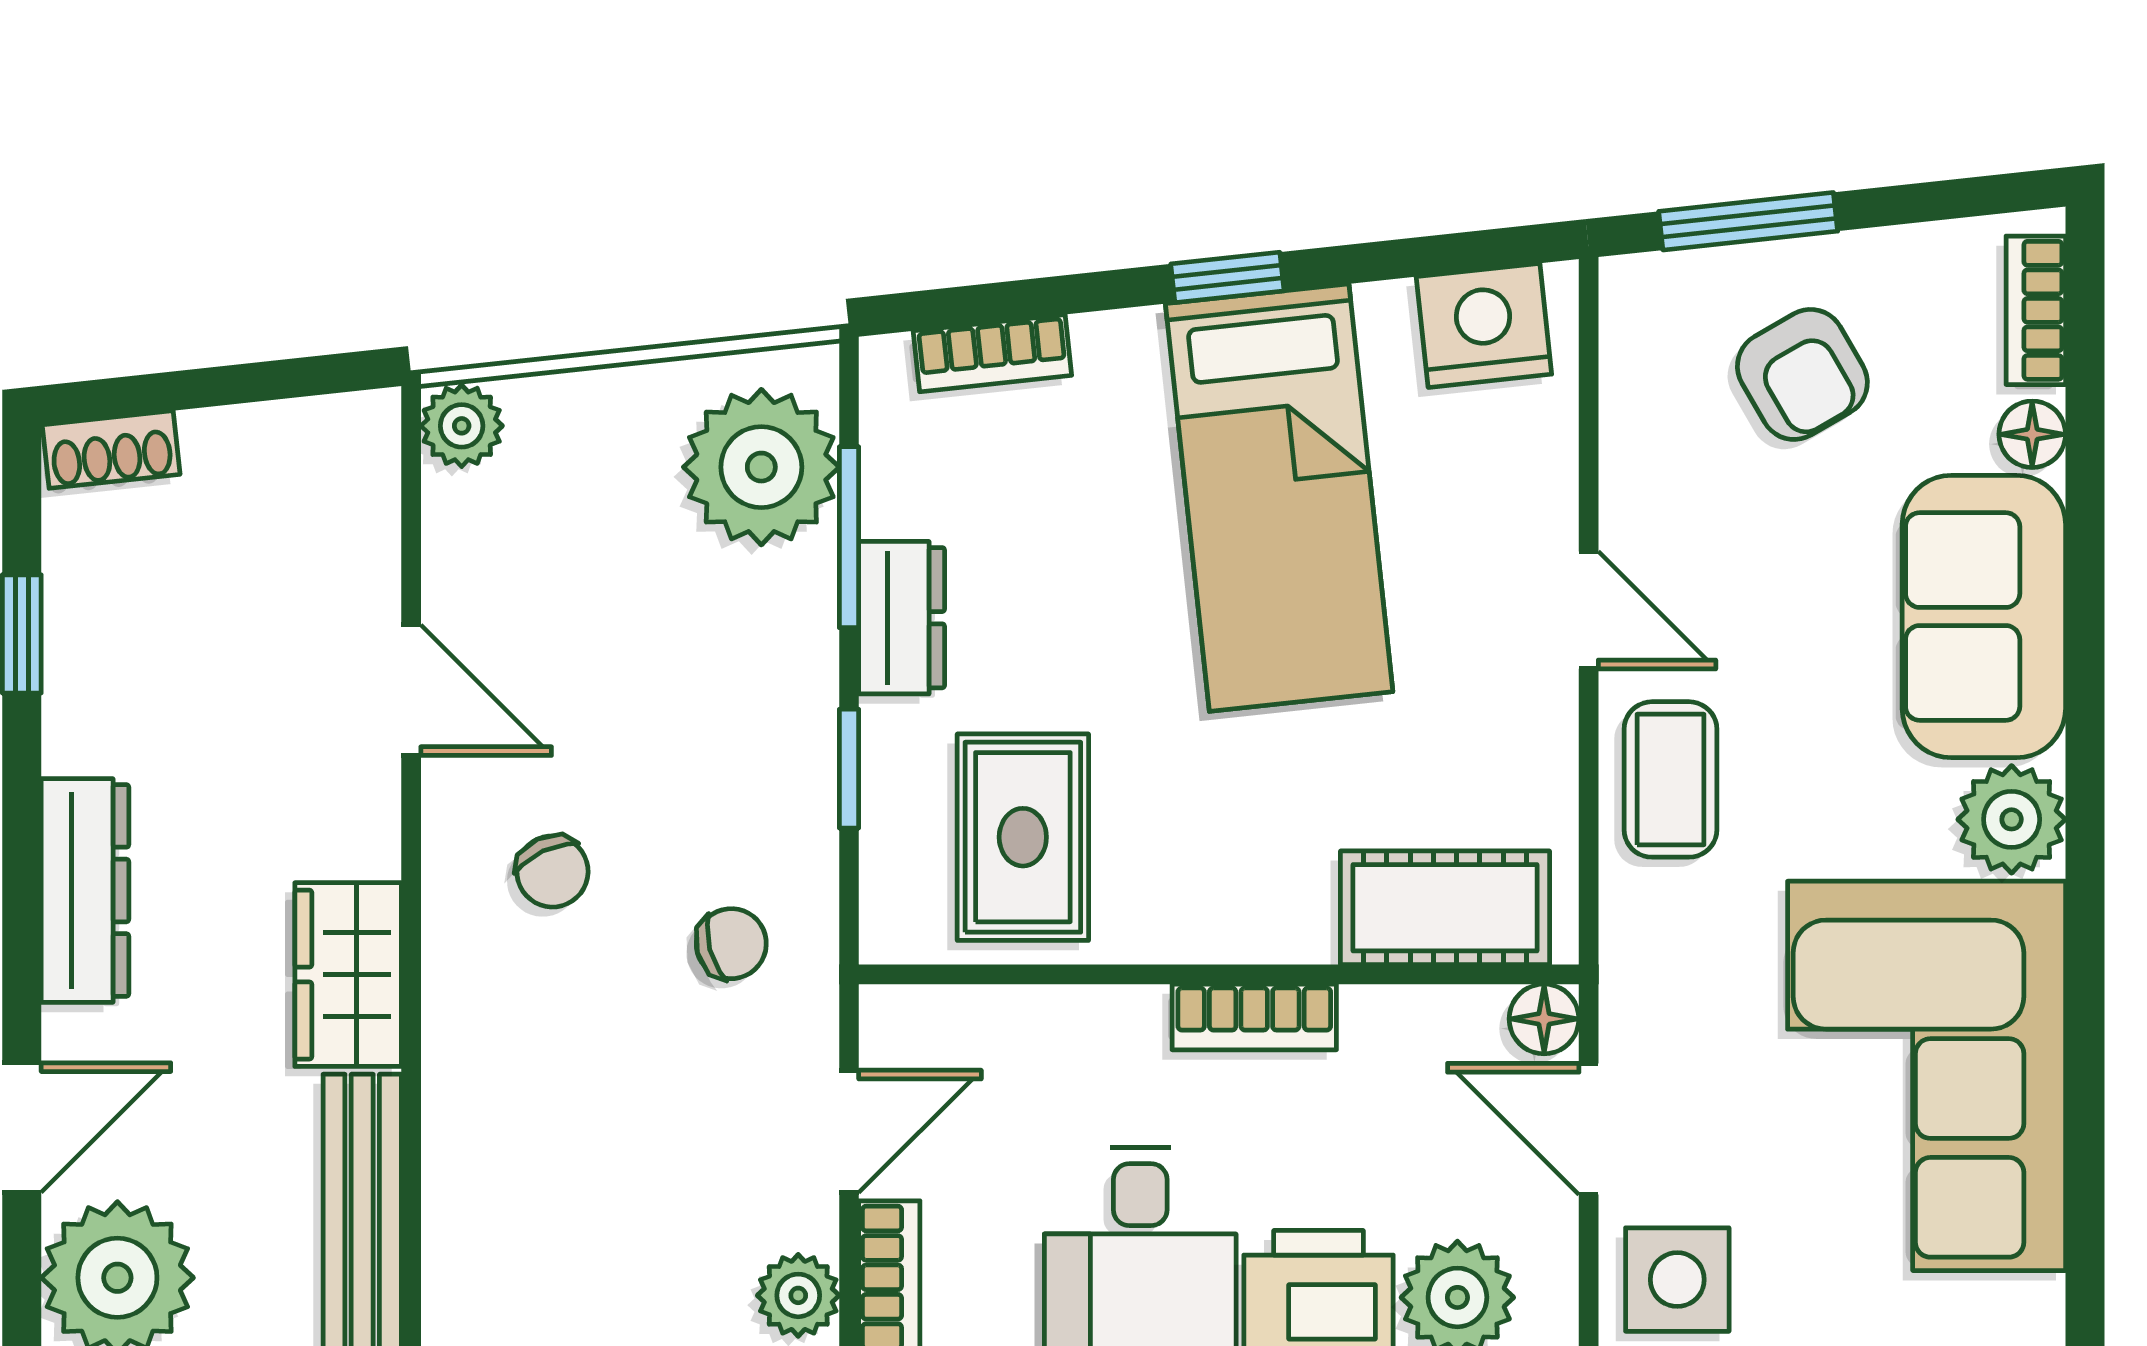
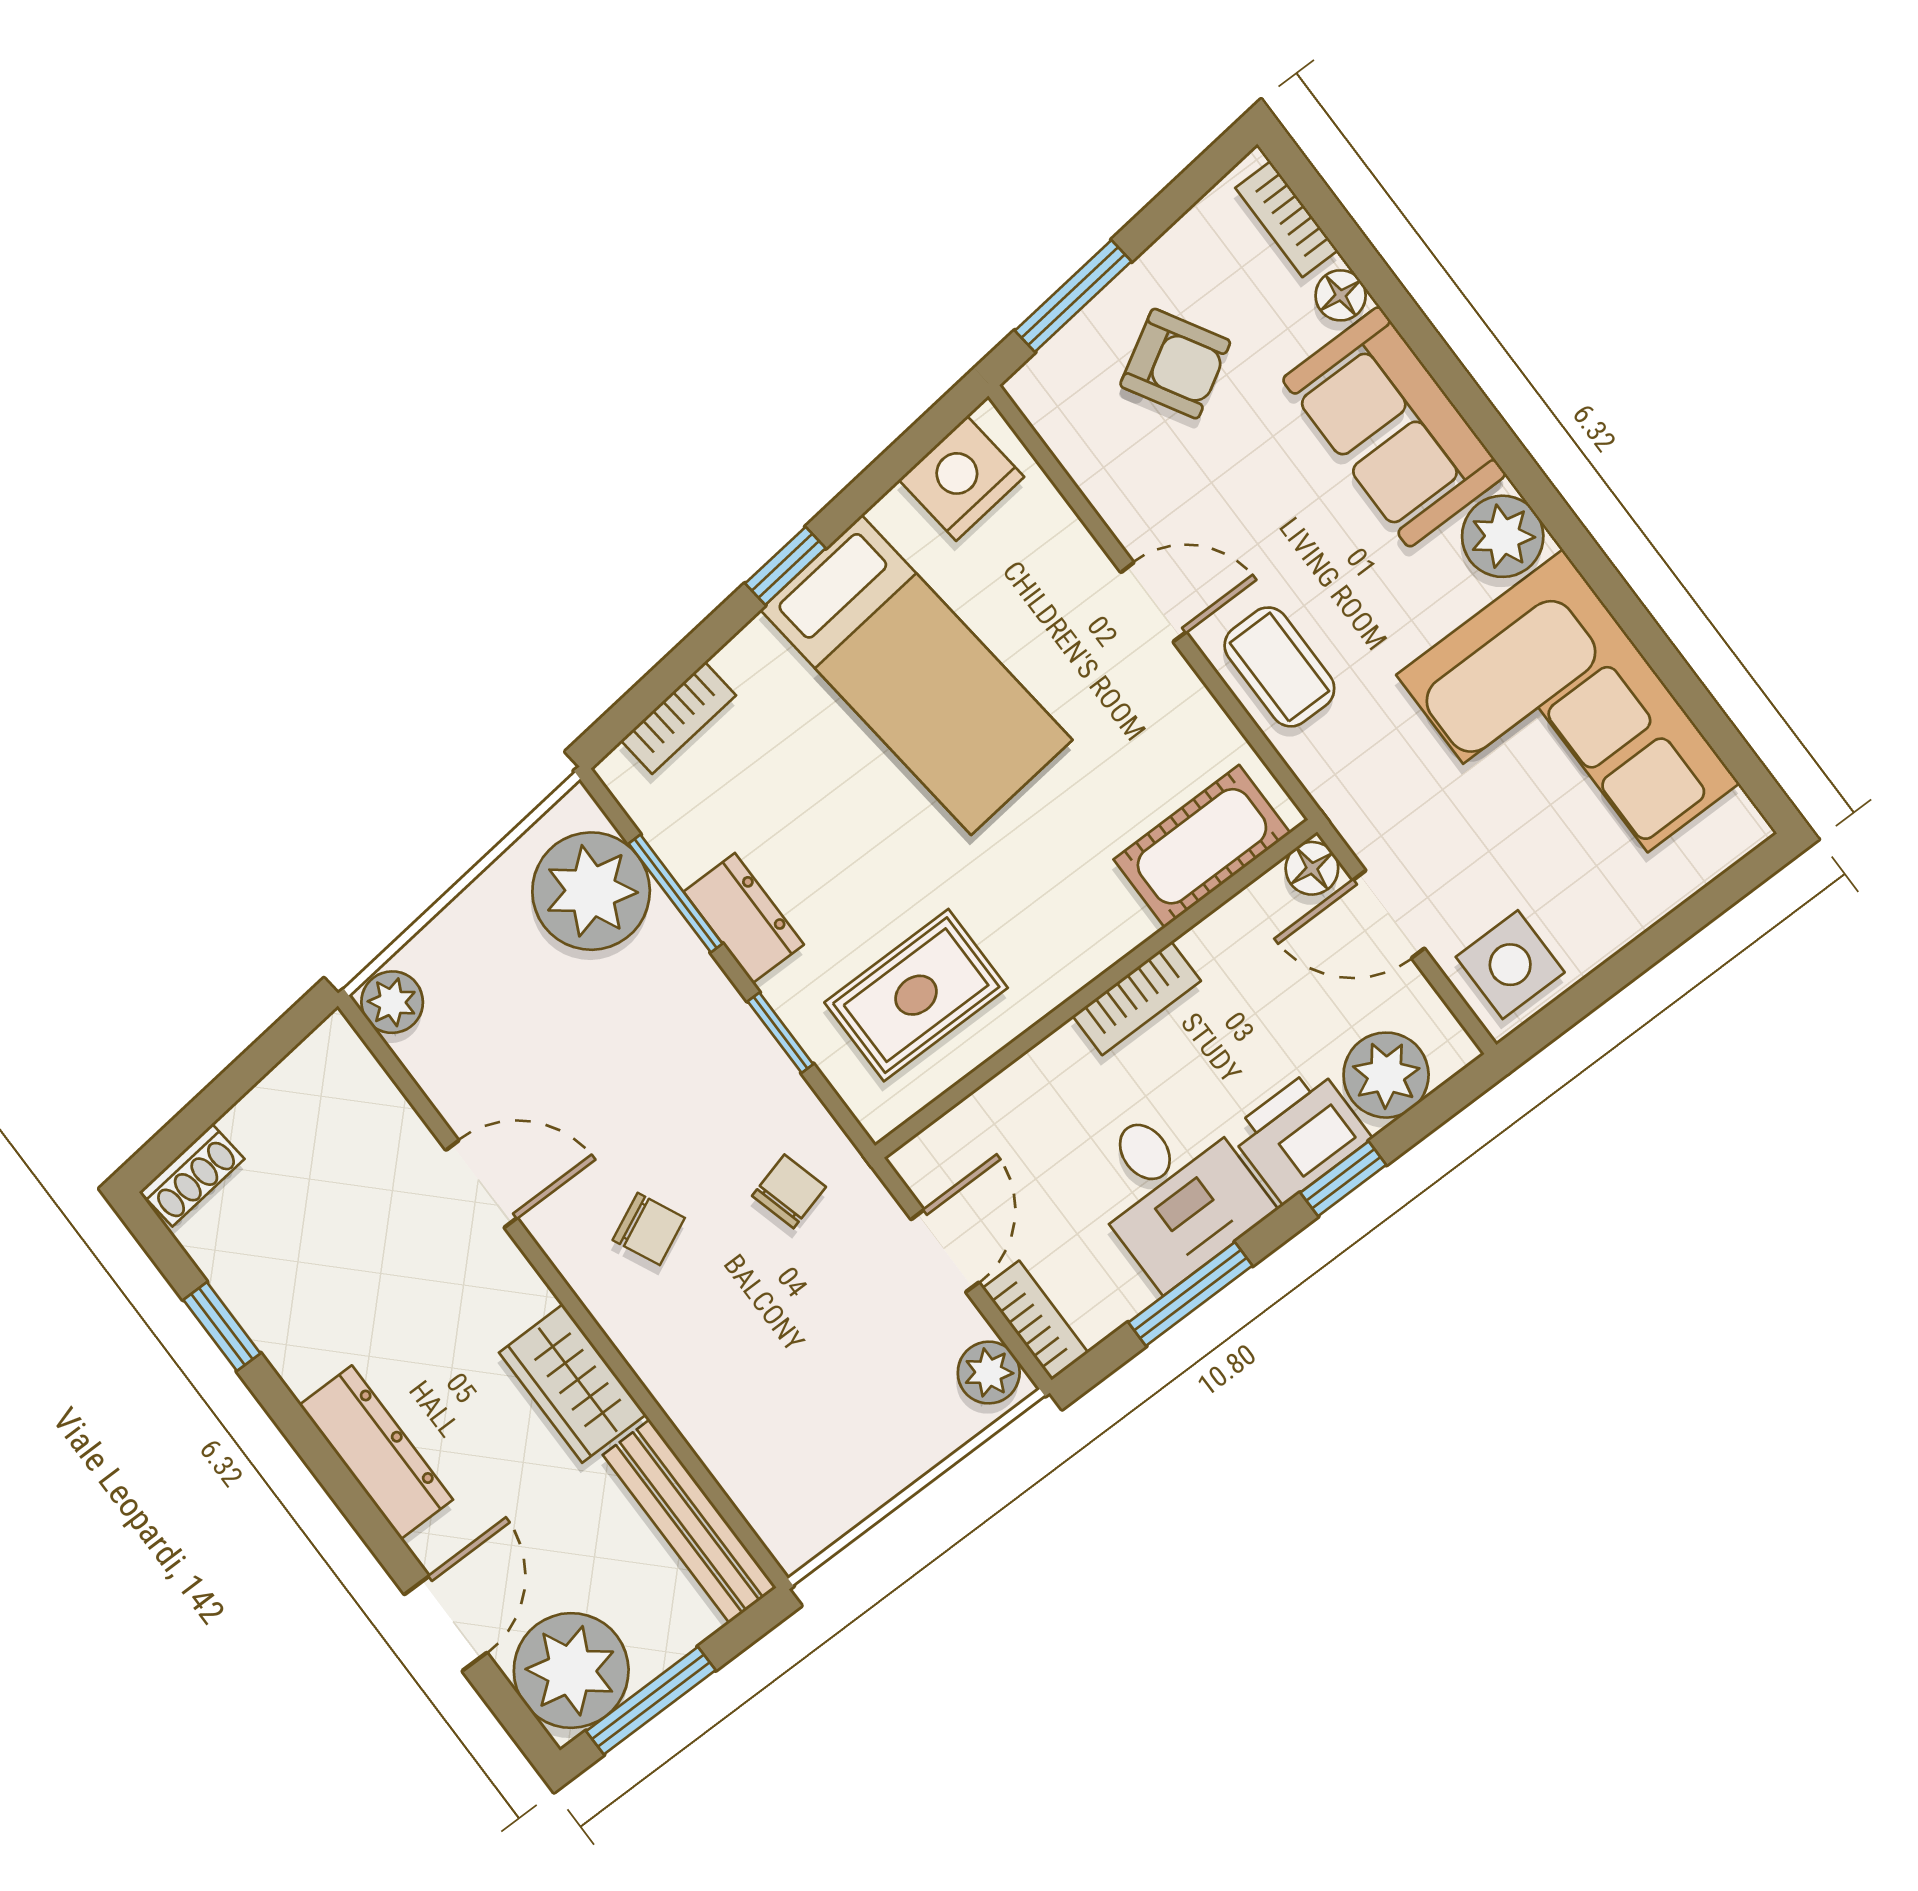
rug: (1023, 837) -> (916, 995), turned 90

